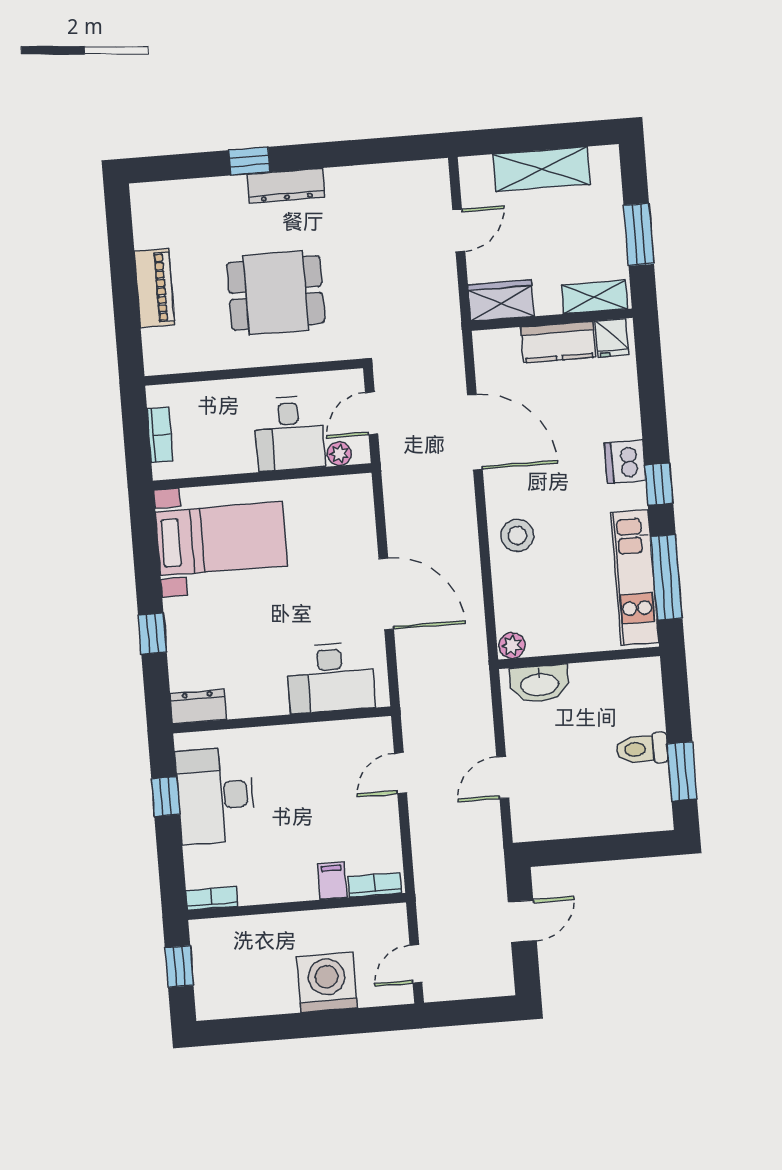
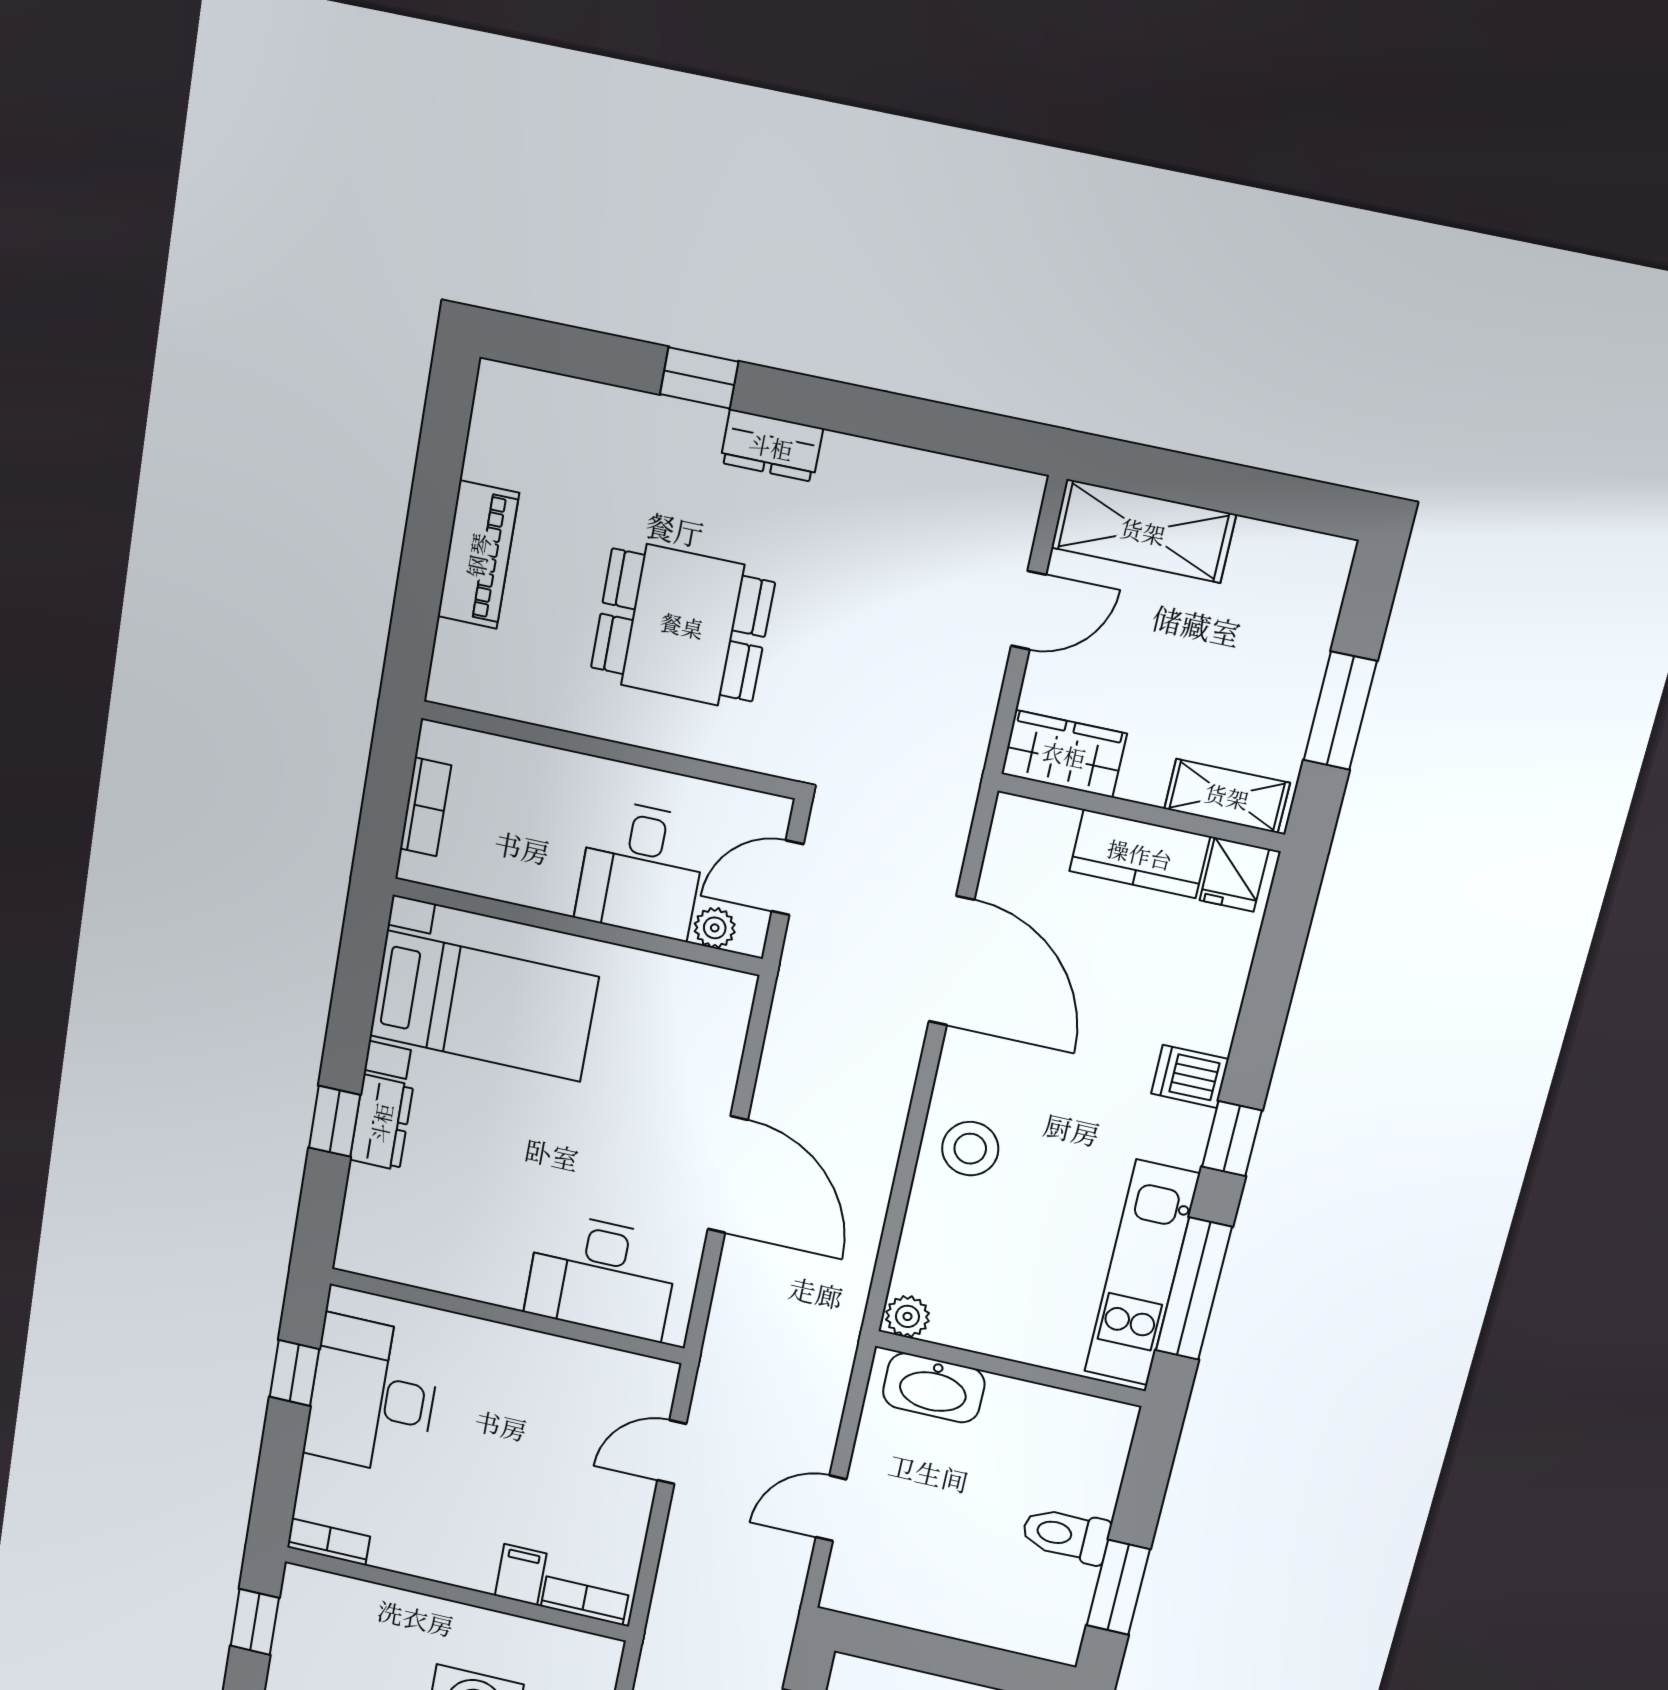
shelving: (542, 169) -> (1143, 531), moved
dresser: (286, 186) -> (771, 446), width x0.70
dishwasher: (625, 462) -> (1190, 1076), width x0.73
dresser: (198, 707) -> (381, 1123), moved, turned 90

